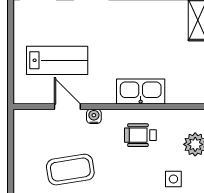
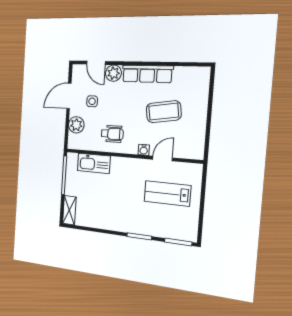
kitchen sink: (141, 91) -> (94, 163), moved
door: (67, 107) -> (162, 159), swing flipped

